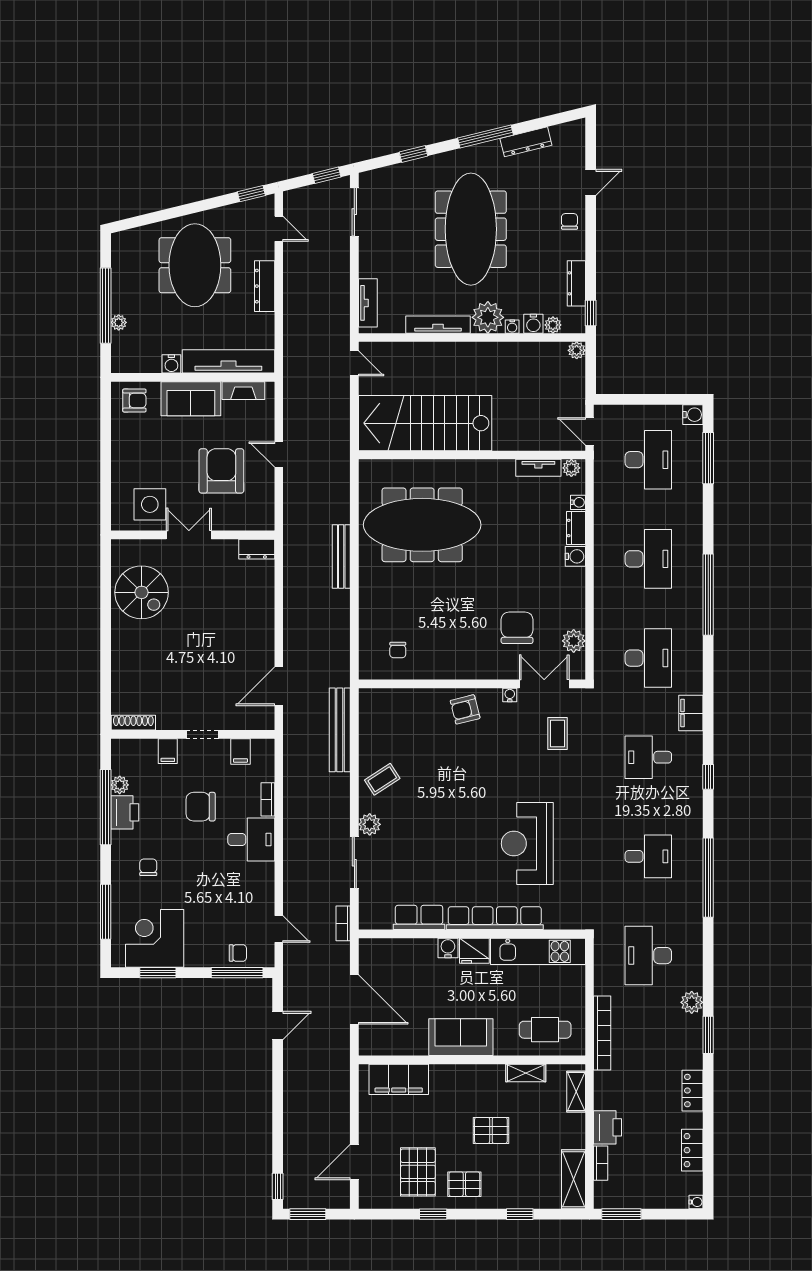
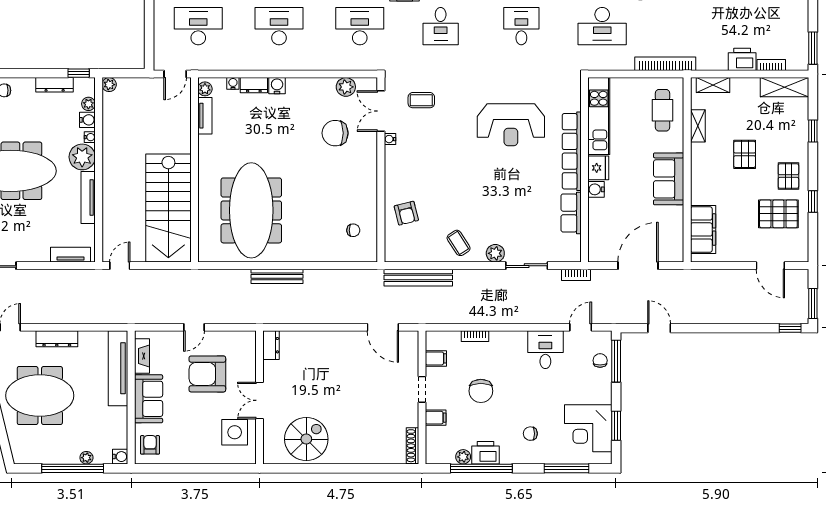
water cooler: (171, 364) -> (120, 457), moved
armchair: (465, 709) -> (406, 213), moved
desk: (251, 840) -> (545, 350), moved

